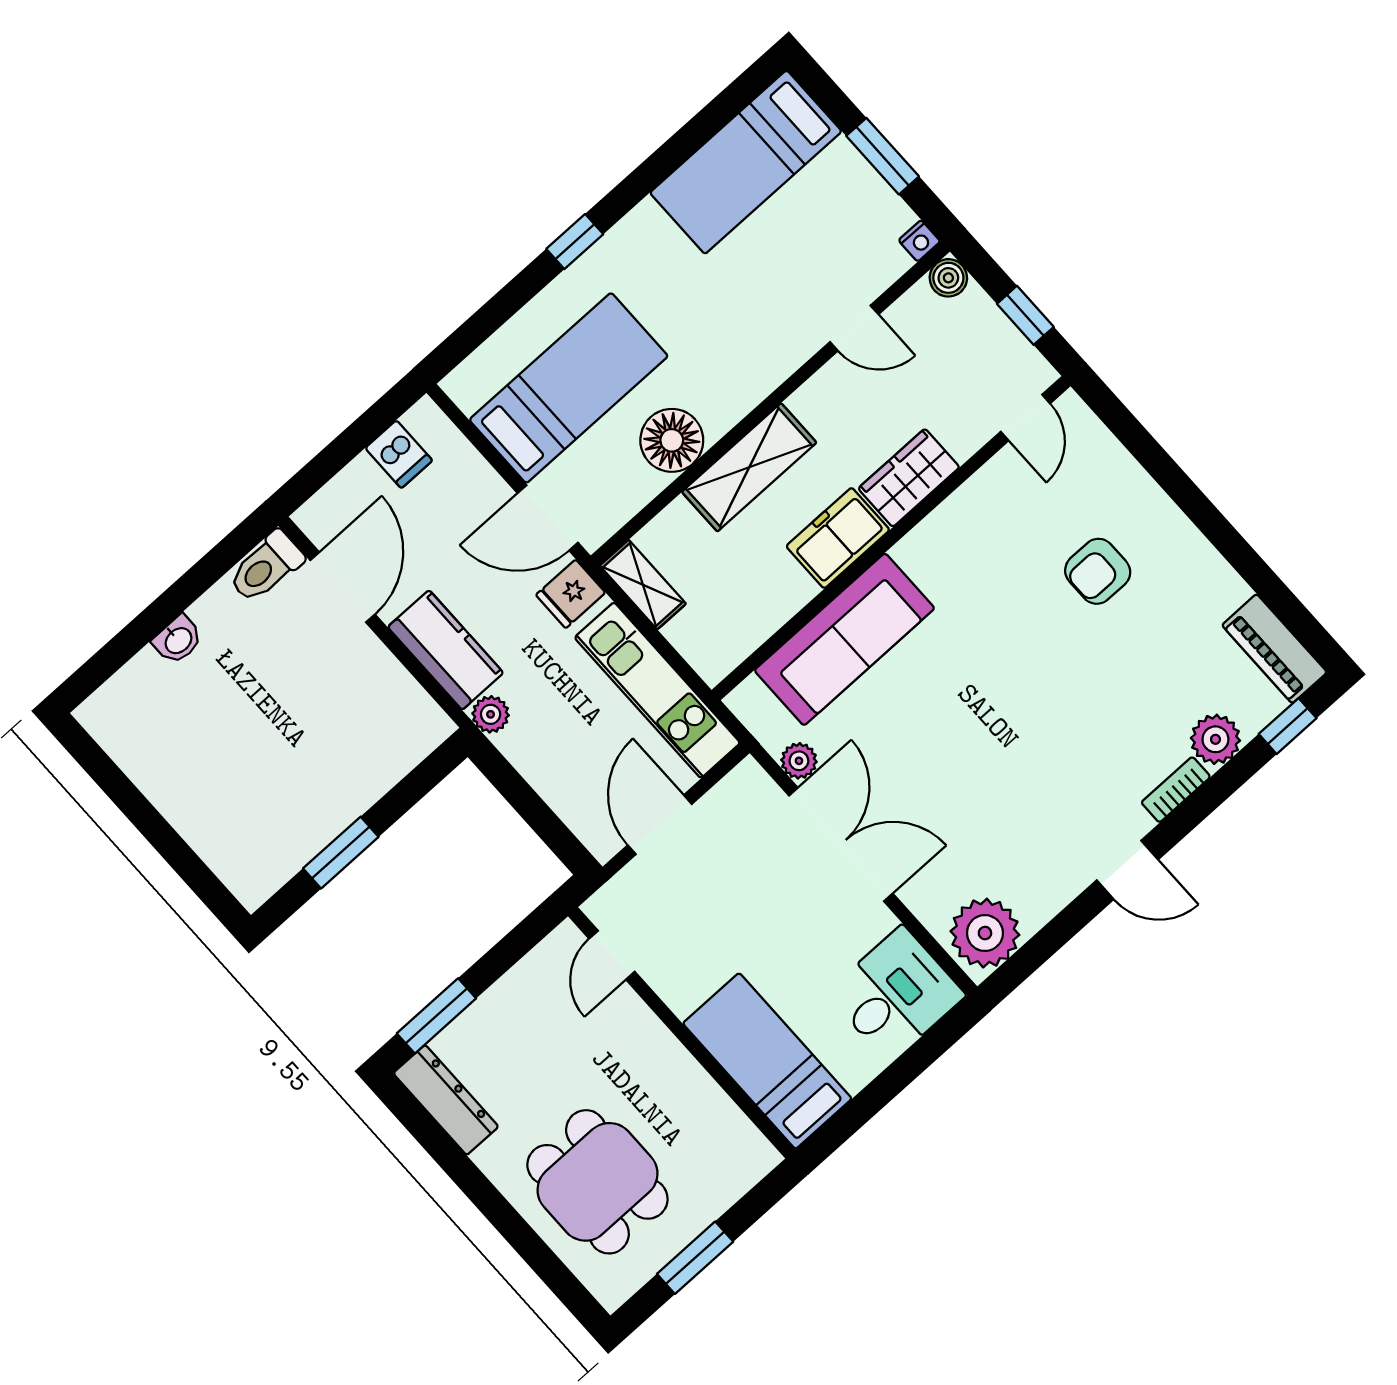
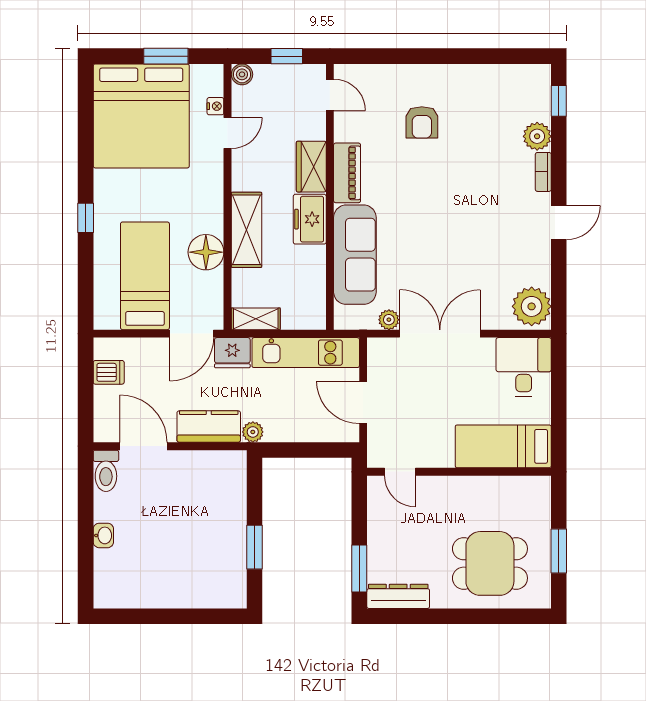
bed: (746, 162) -> (141, 116), width x2.04
nightstand: (919, 241) -> (215, 106), moved
fridge: (571, 594) -> (232, 353), width x1.38
piano: (1274, 649) -> (347, 173), moved, turned -90

